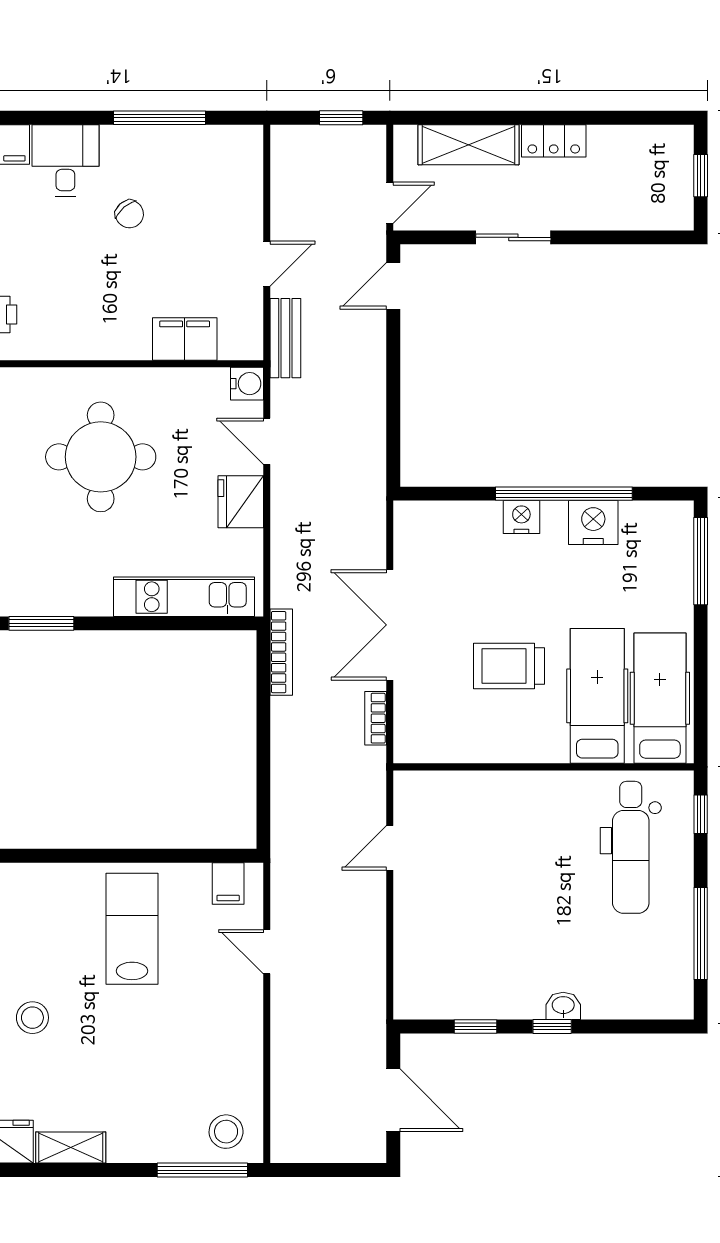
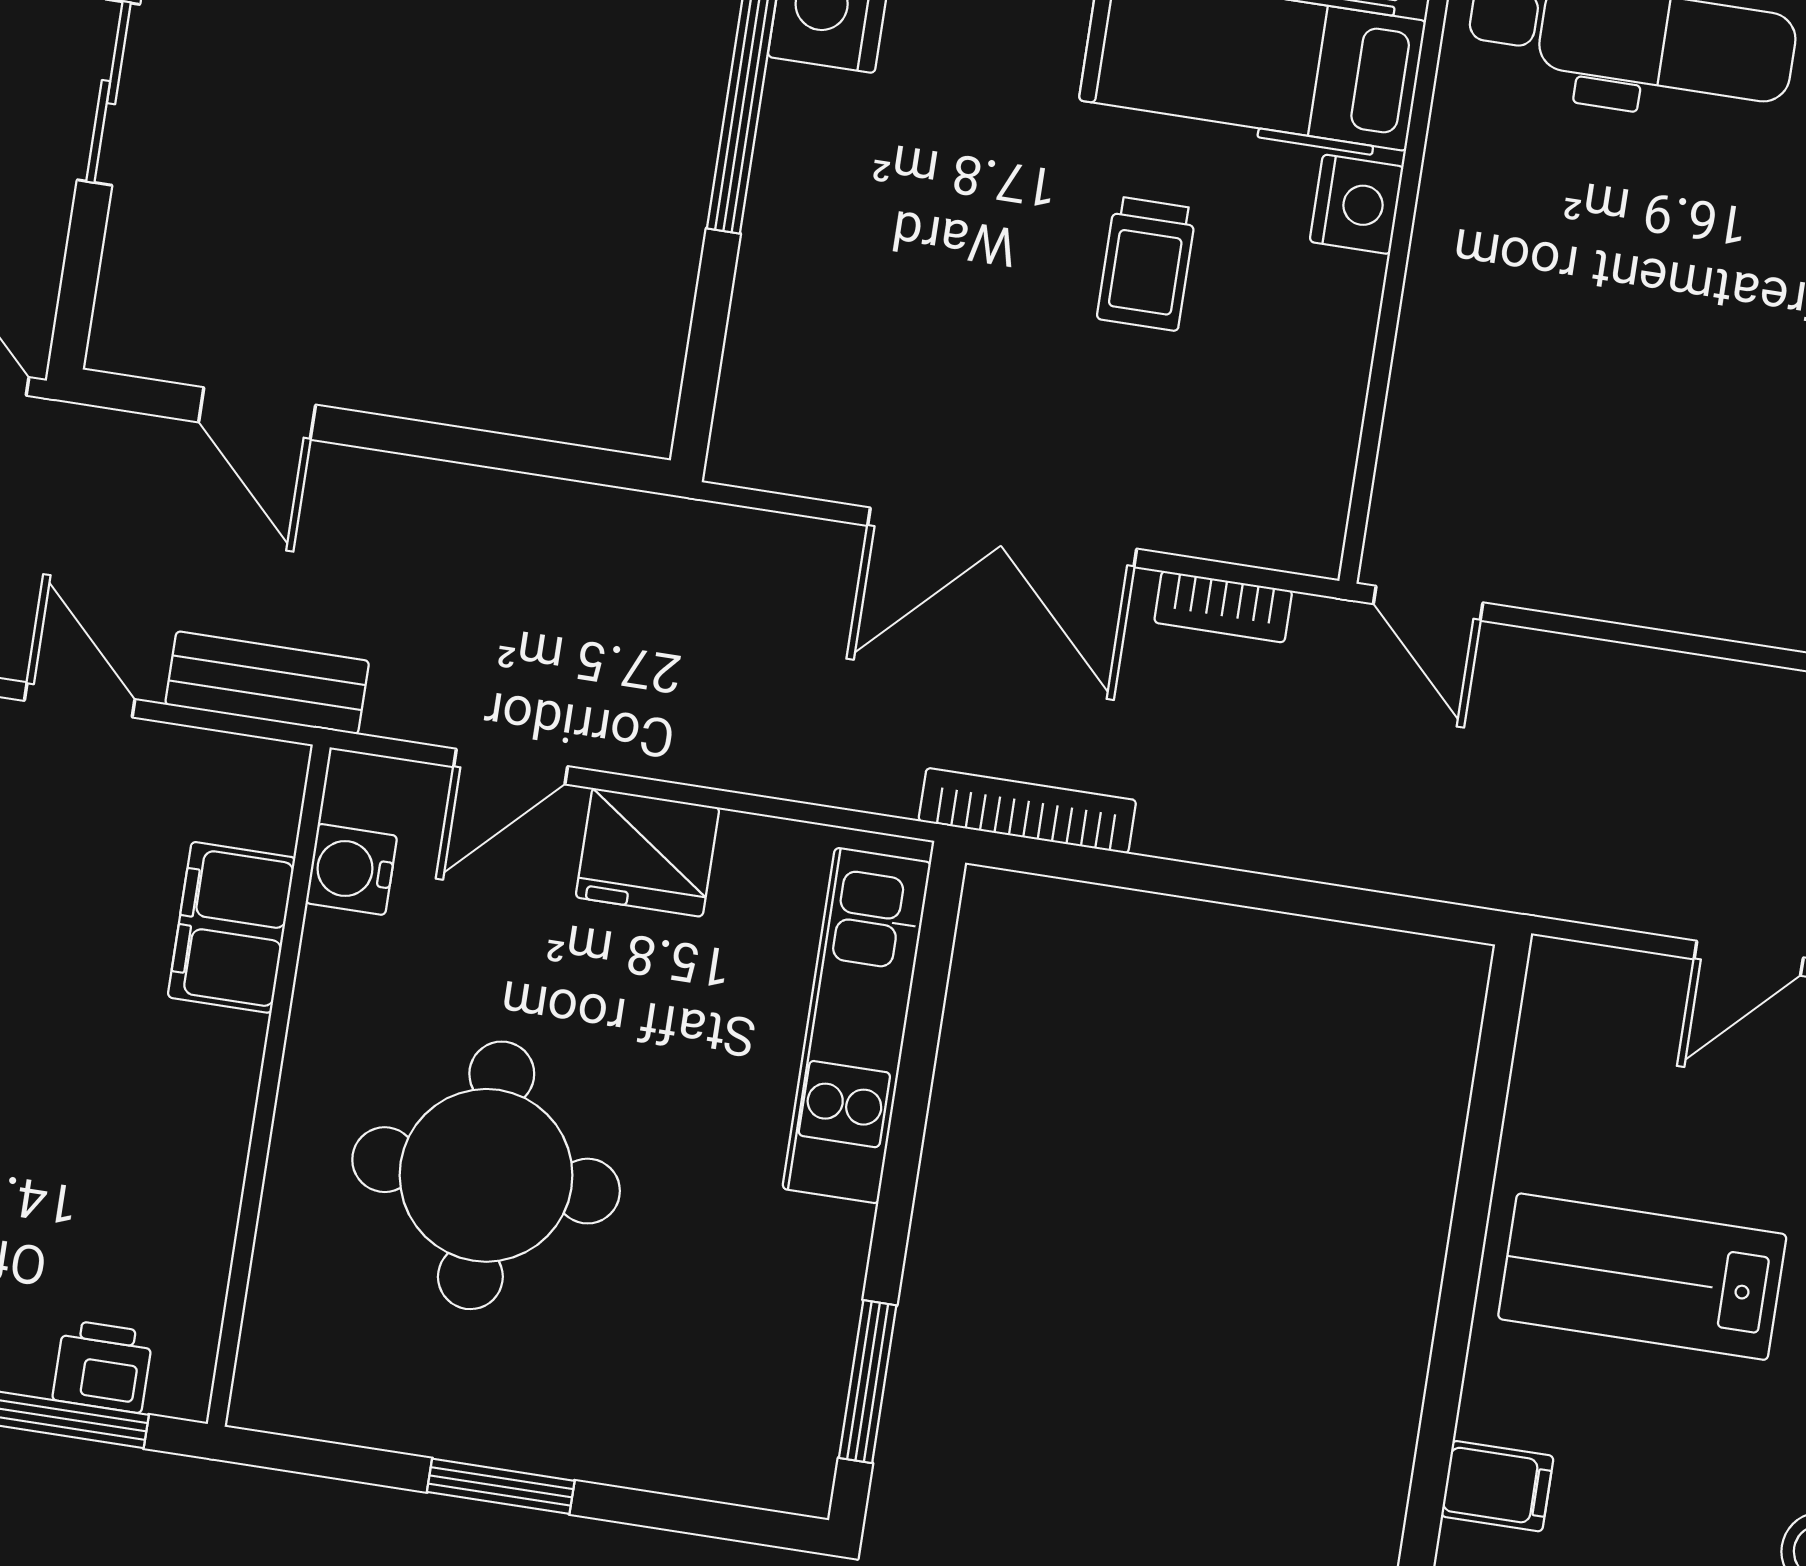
door: (393, 286) -> (257, 413), moved
water cooler: (247, 384) -> (351, 869), moved, turned -90
nightstand: (521, 517) -> (1357, 204), moved, turned 180
trolley: (509, 666) -> (1147, 264), width x0.73, depth x0.72
door: (390, 848) -> (1428, 603), moved
filing cabinet: (228, 883) -> (1497, 1486), moved

